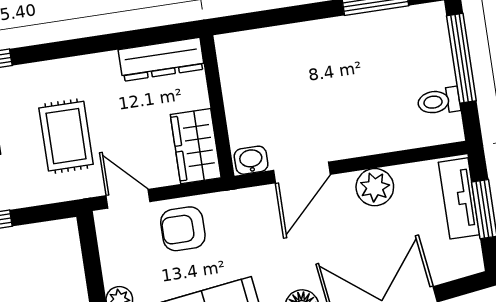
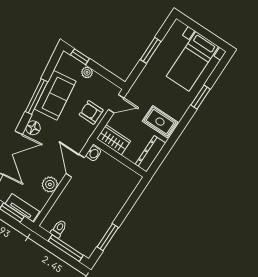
rug: (66, 136) -> (160, 122), moved
armchair: (183, 229) -> (91, 112), turned -90

